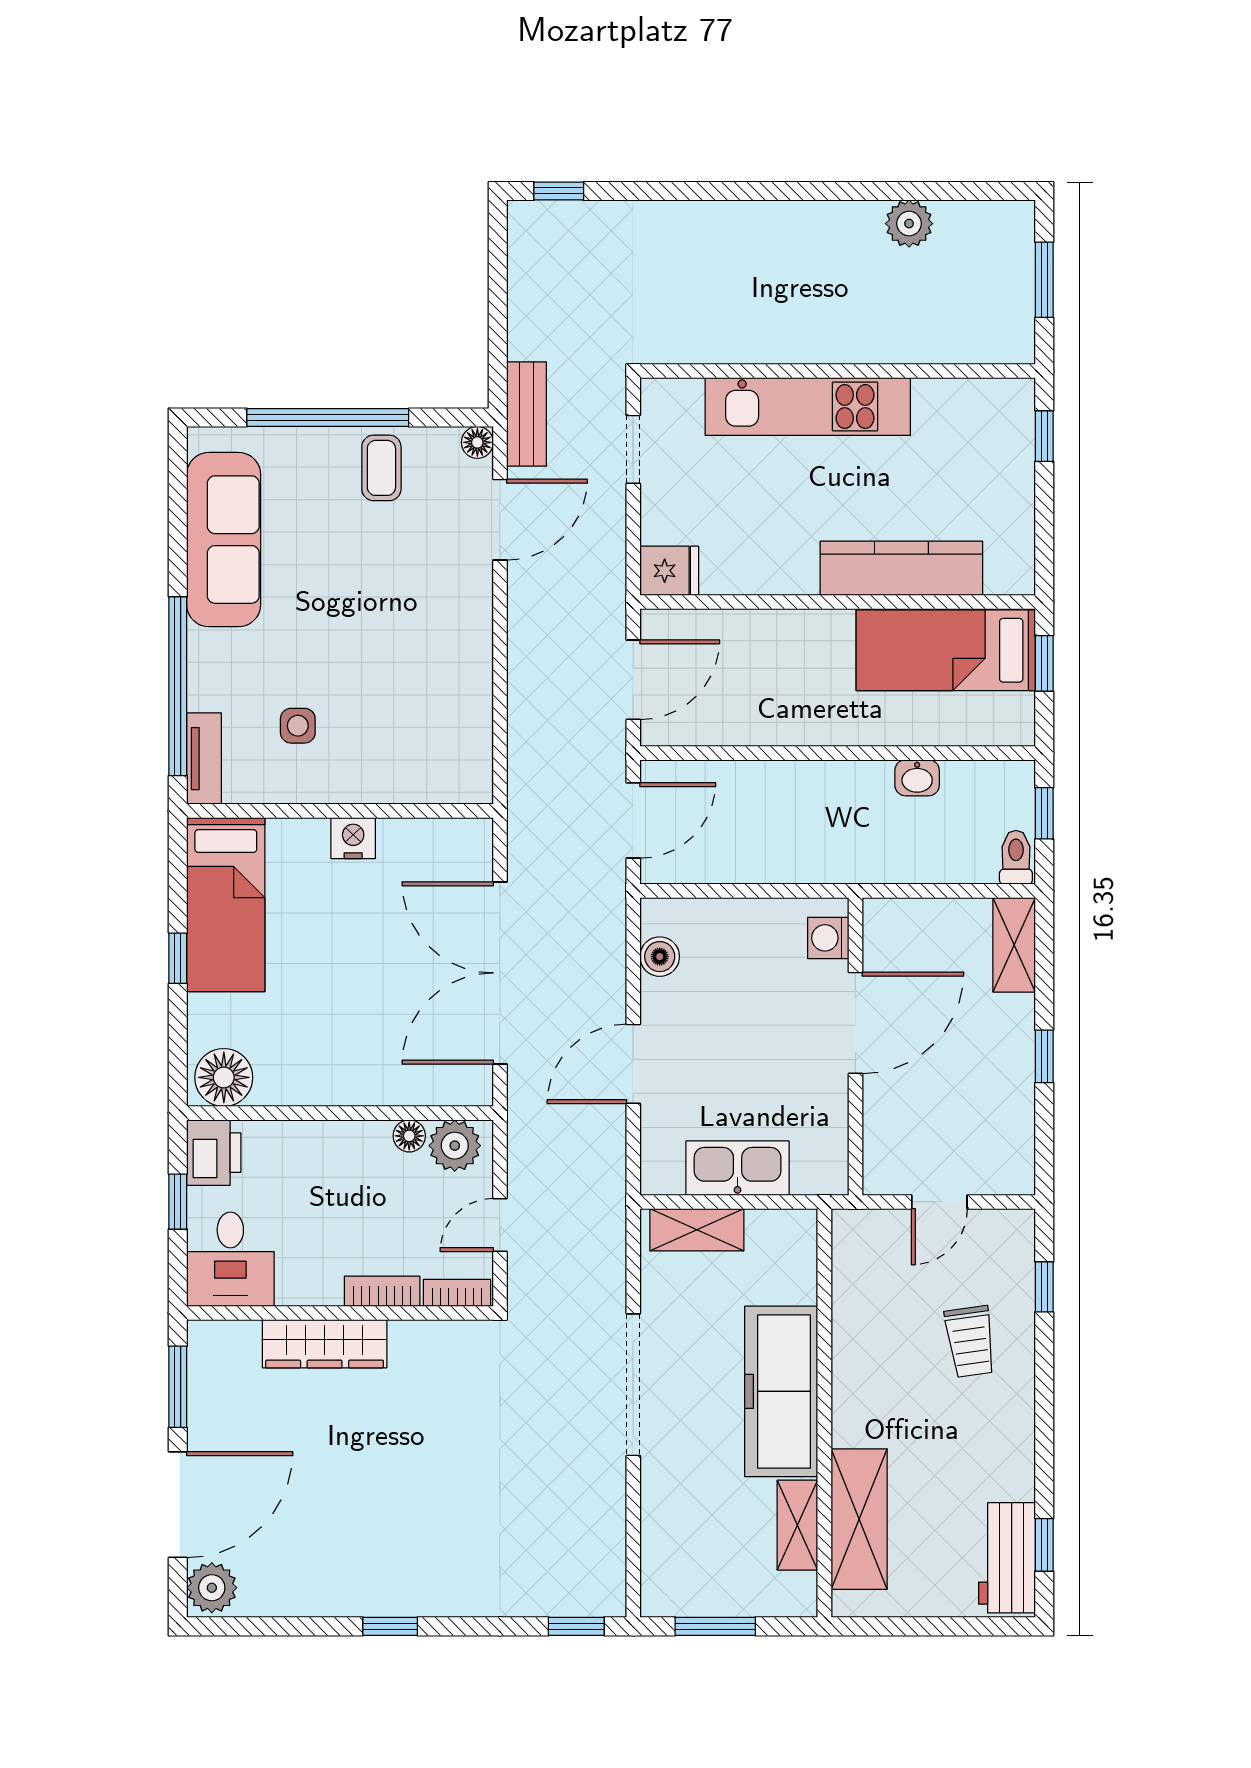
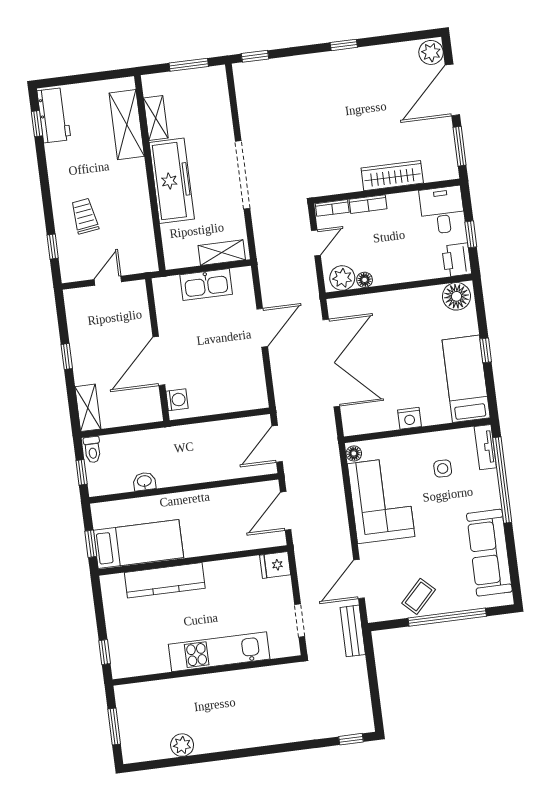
floor lamp: (477, 442) -> (354, 453), moved
coffee table: (381, 468) -> (419, 596), turned 44
corner sofa: (433, 677) -> (381, 500), added
boiler: (660, 957) -> (256, 381), removed

